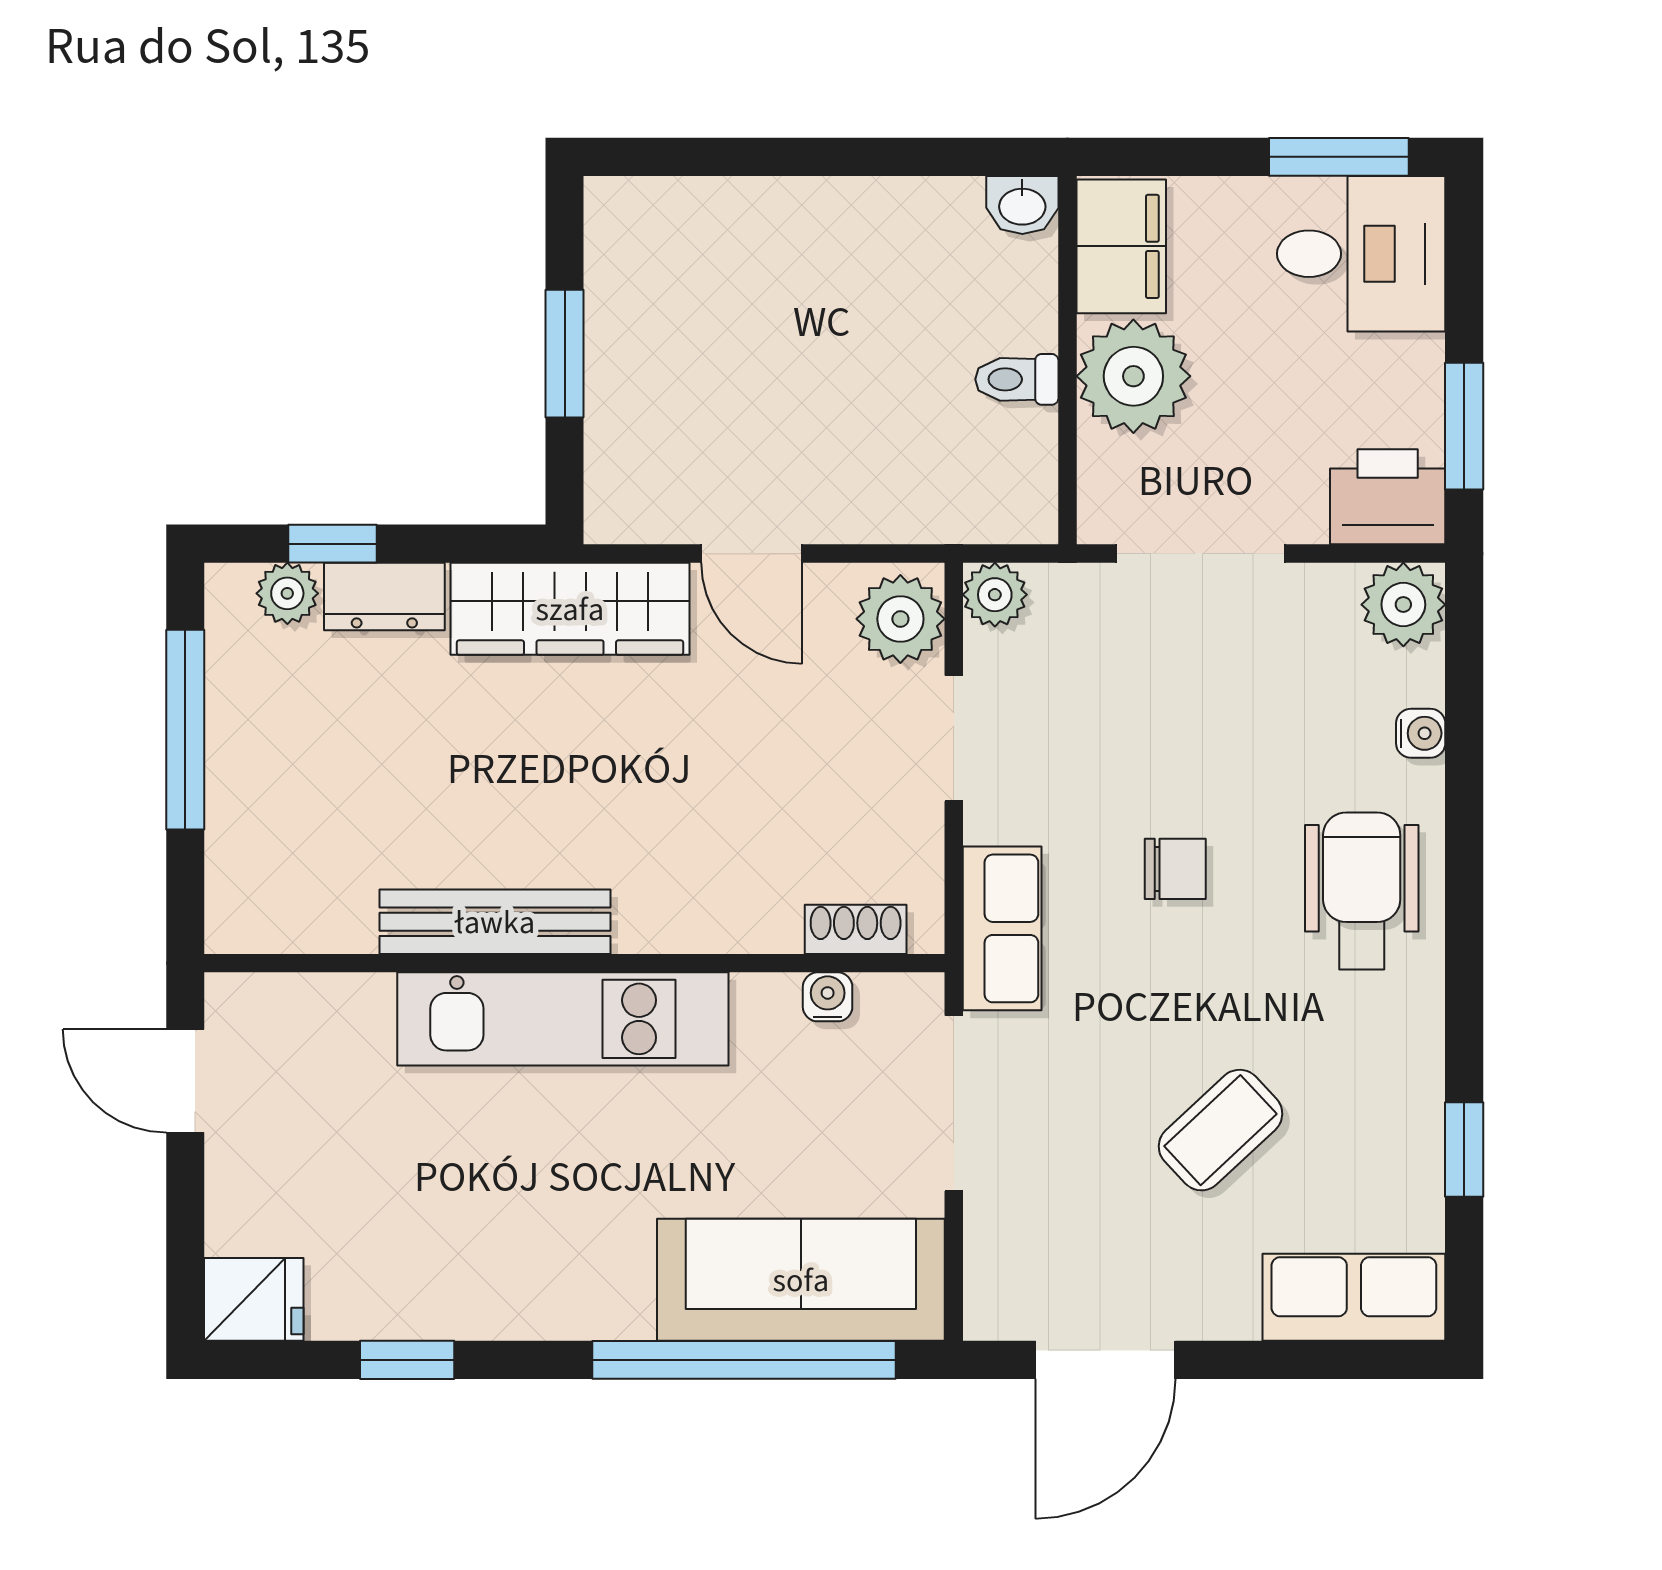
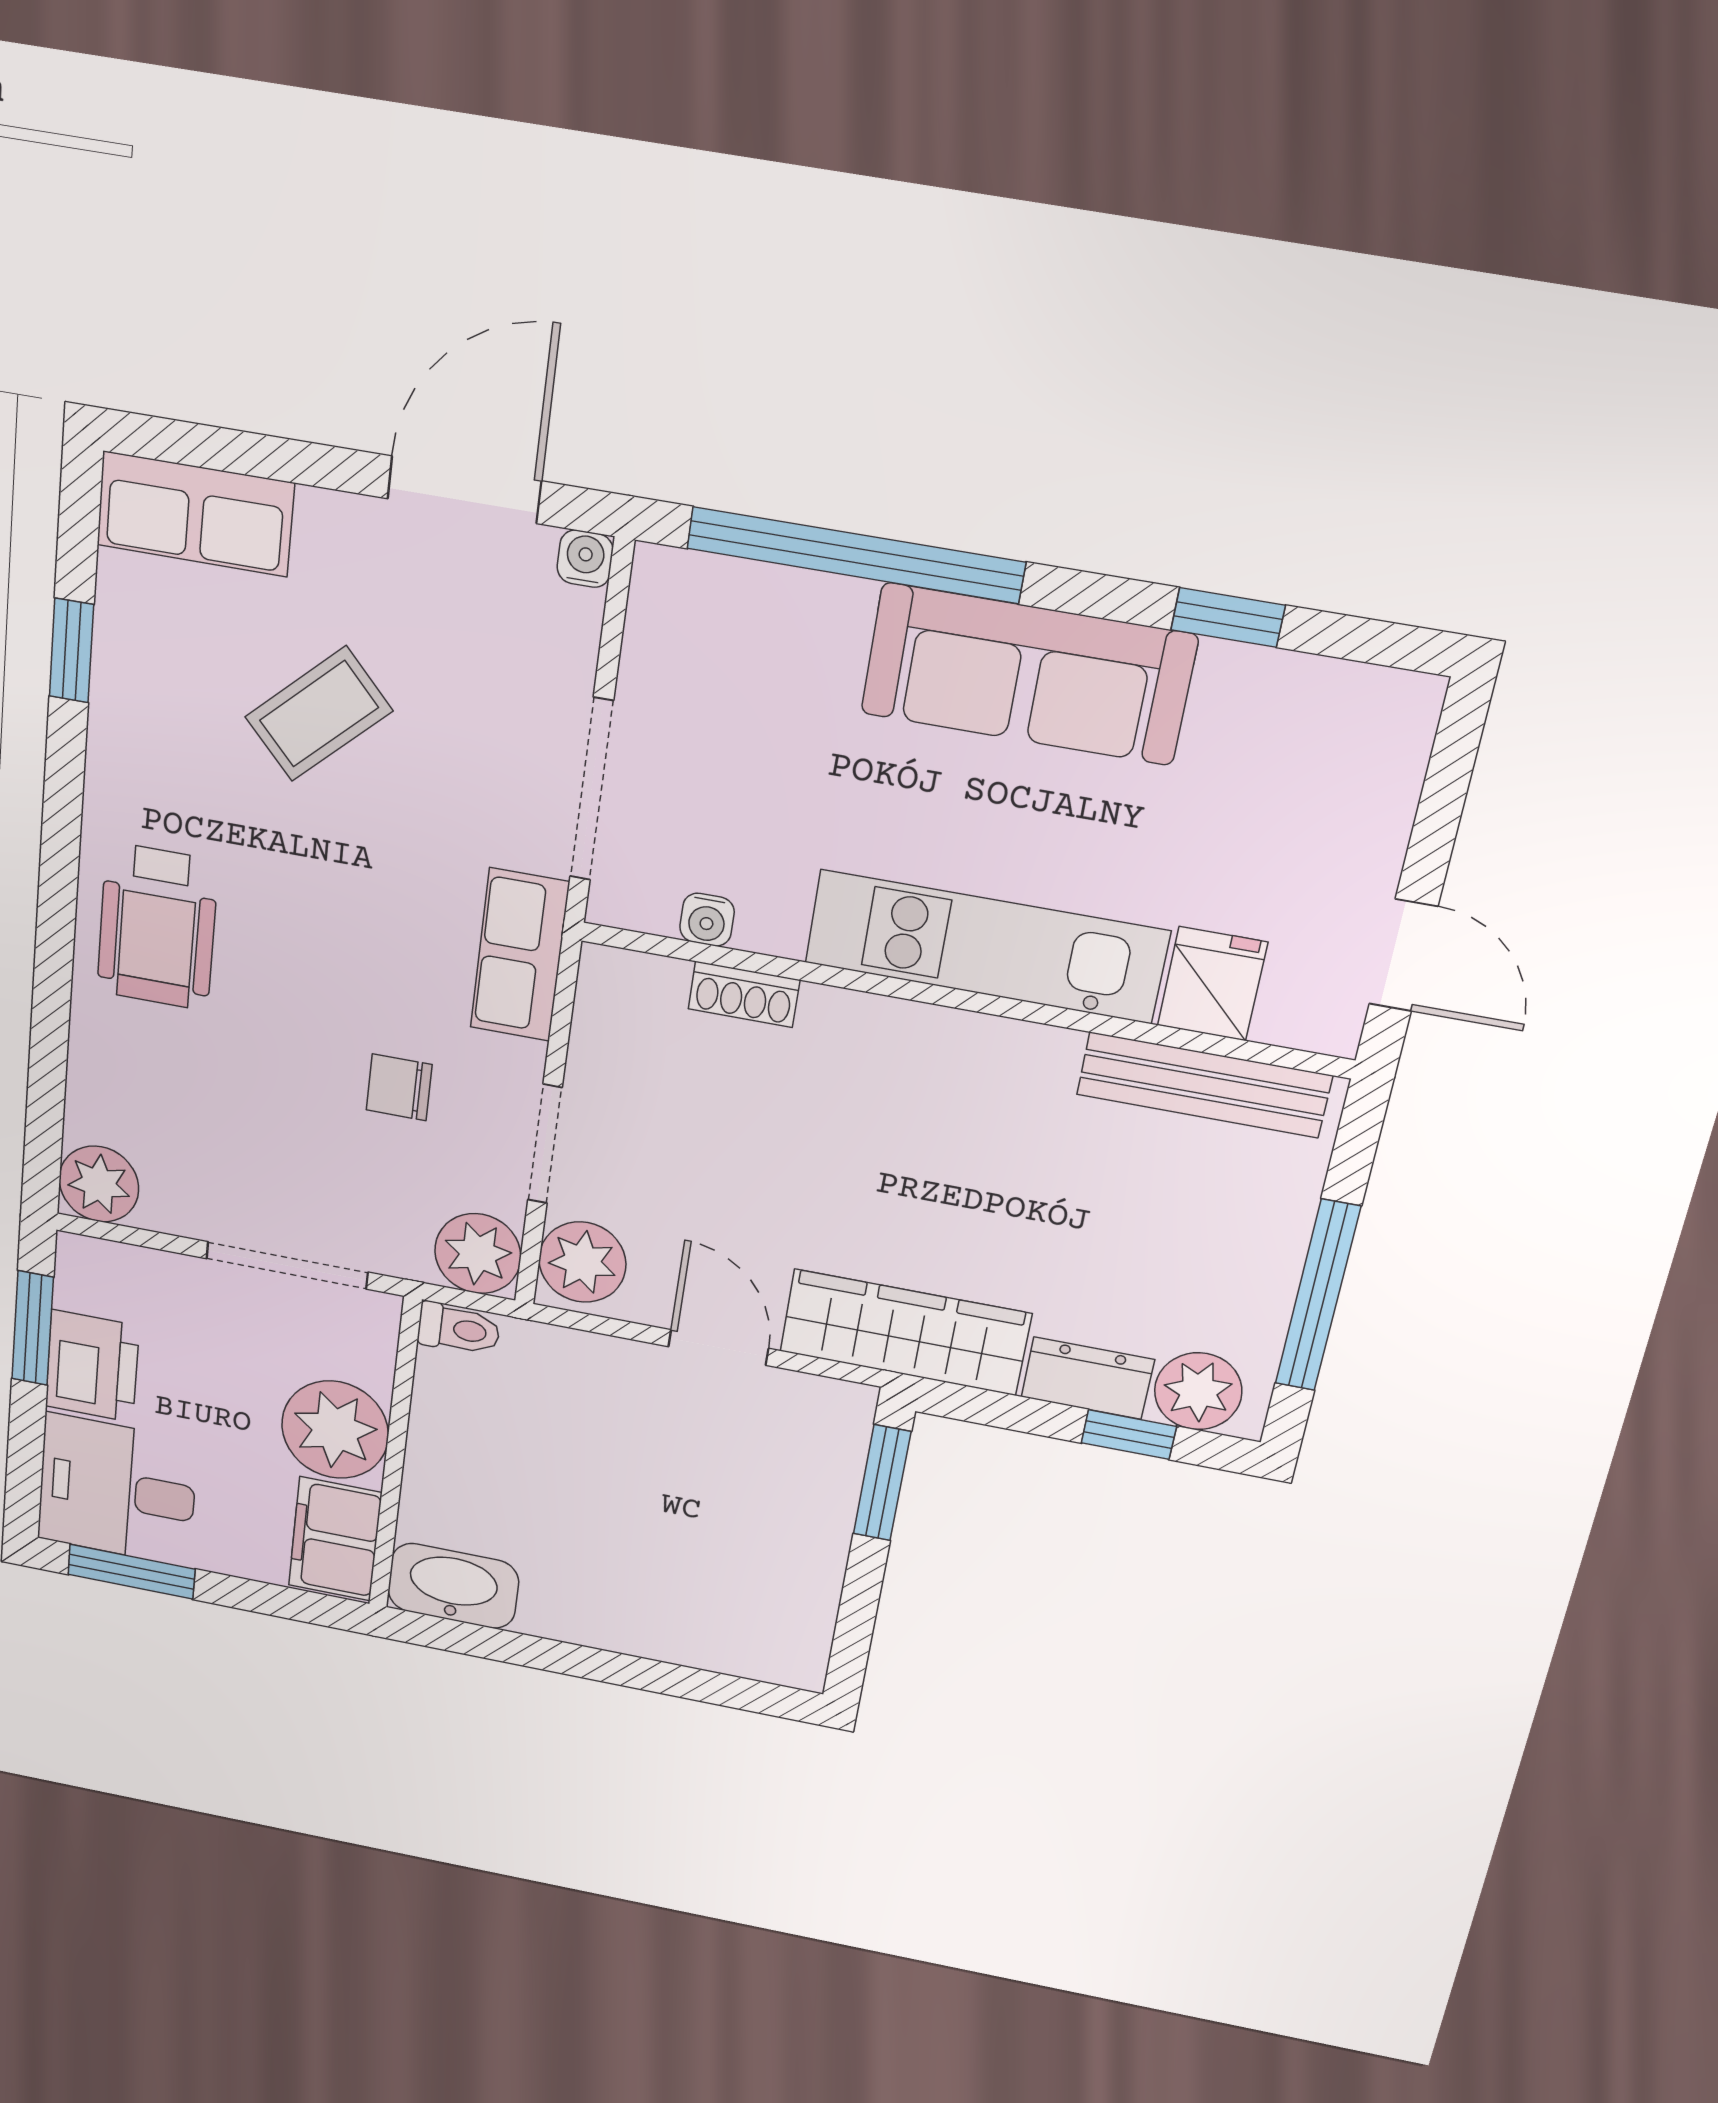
washbasin: (1022, 205) -> (453, 1586), width x1.91, depth x1.45
window: (565, 354) -> (882, 1483), moved
toilet: (1017, 379) -> (459, 1329), moved
printer: (1388, 497) -> (92, 1366), moved, turned -90
plant: (287, 593) -> (1198, 1391), width x1.38, depth x1.38
plant: (995, 595) -> (478, 1254), width x1.38, depth x1.38
water cooler: (1421, 733) -> (585, 559), moved, turned 90
chair: (1175, 869) -> (399, 1087), moved
bench: (495, 922) -> (1204, 1085), moved
shoe rack: (856, 929) -> (744, 994), moved
sofa: (801, 1280) -> (1028, 674), moved
fridge: (254, 1299) -> (1212, 984), moved, turned 90

